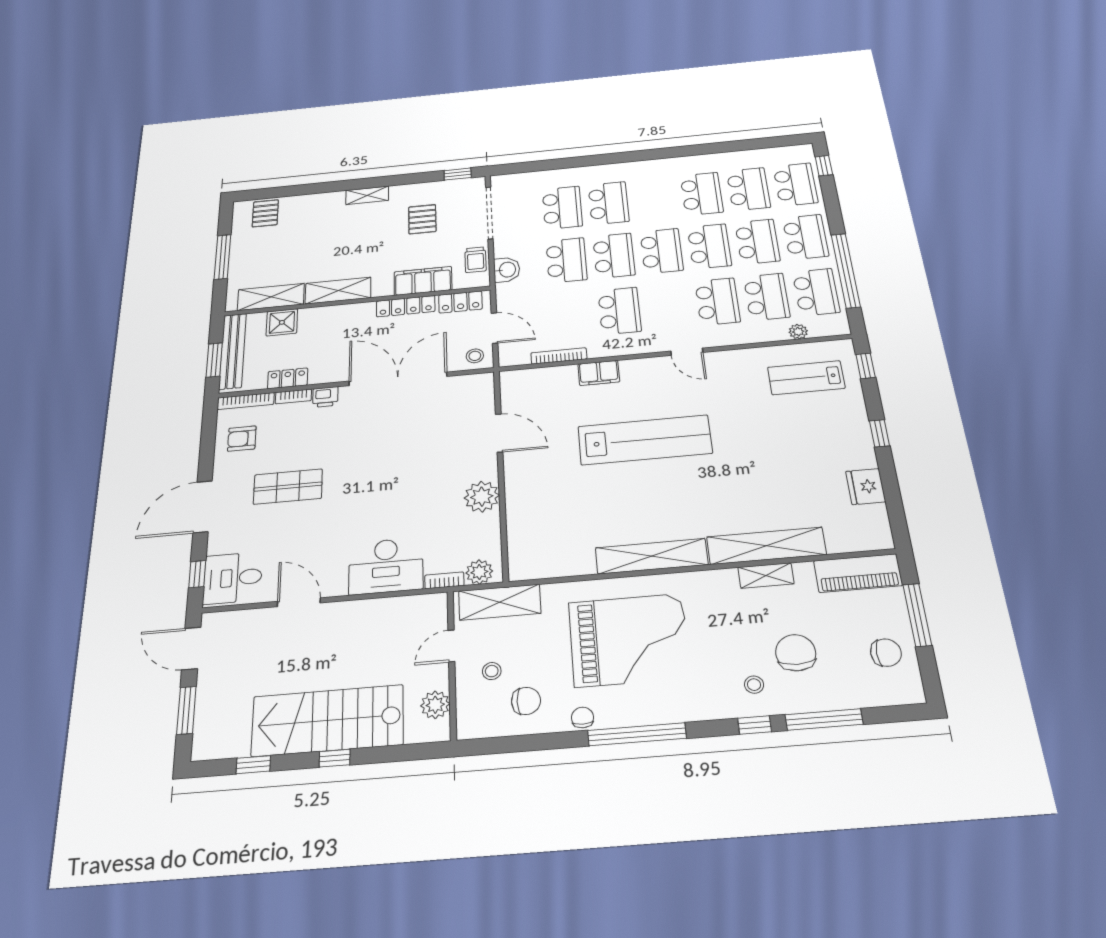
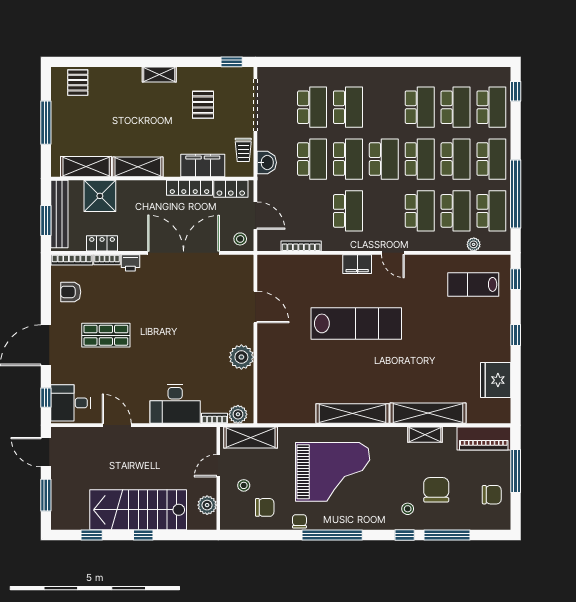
shower: (282, 322) -> (100, 196), width x1.36, depth x1.36
filing cabinet: (599, 373) -> (357, 264), moved
fridge: (866, 487) -> (496, 380), width x1.36, depth x1.34

